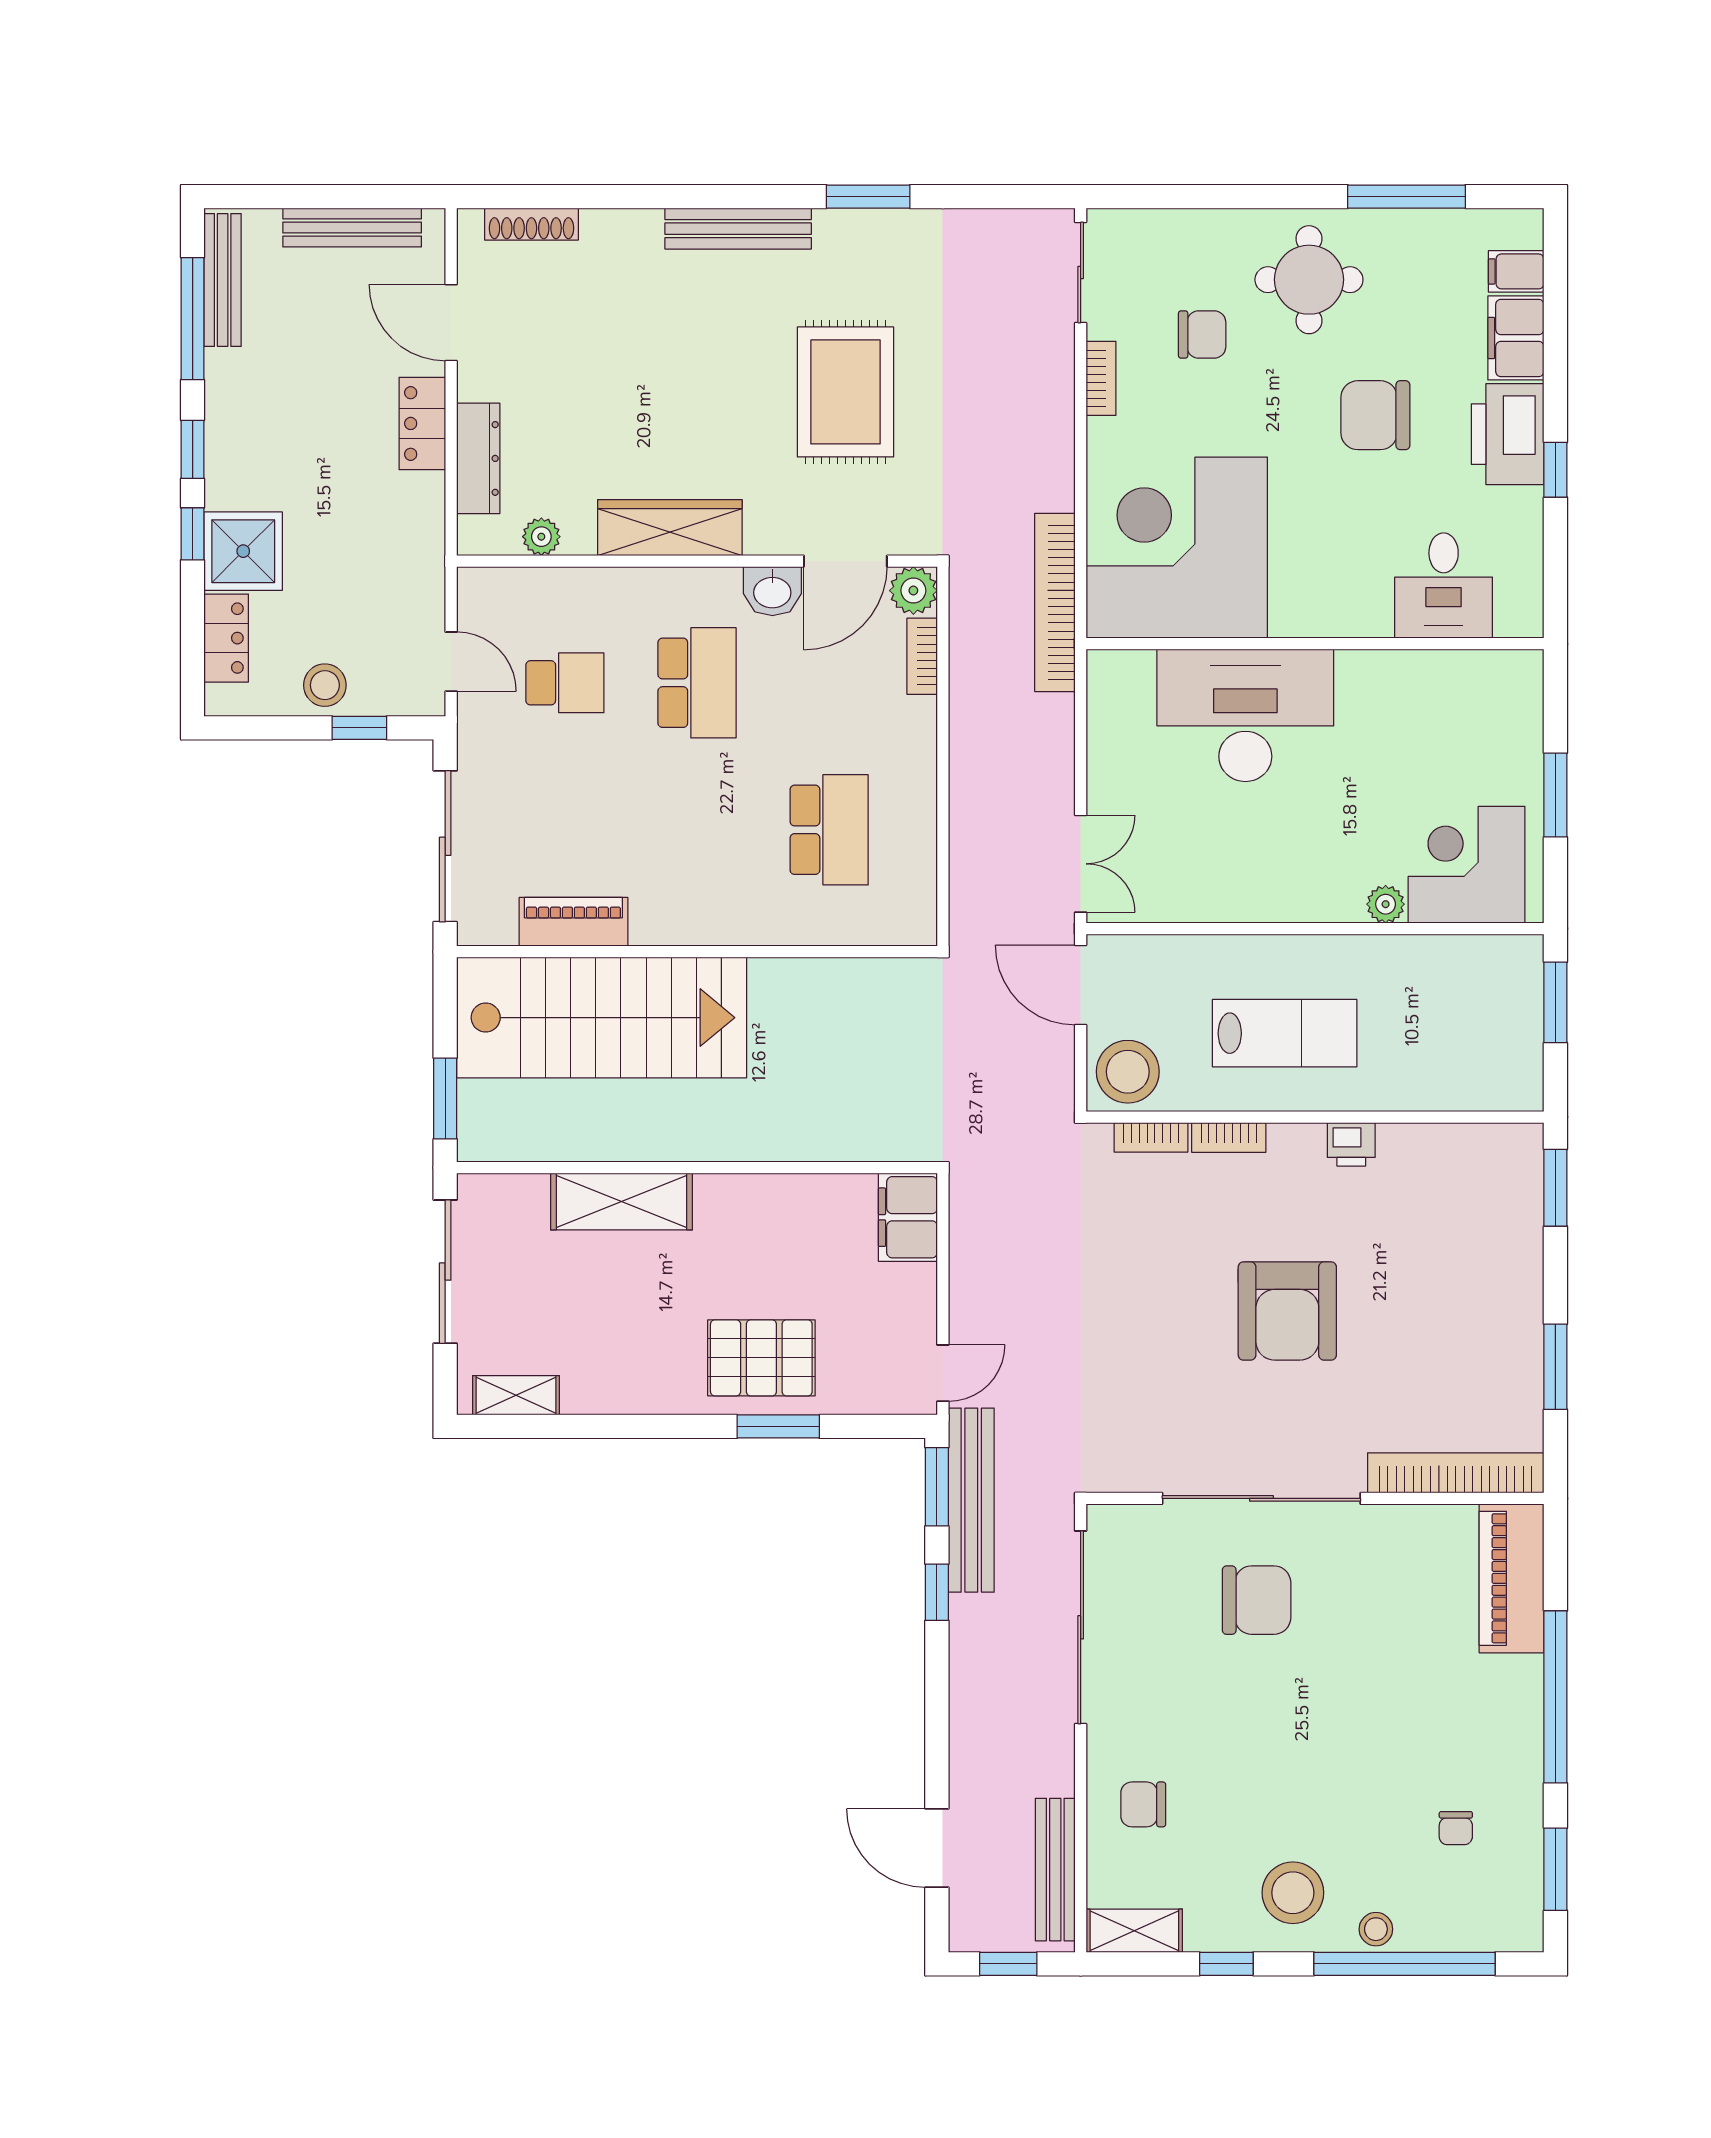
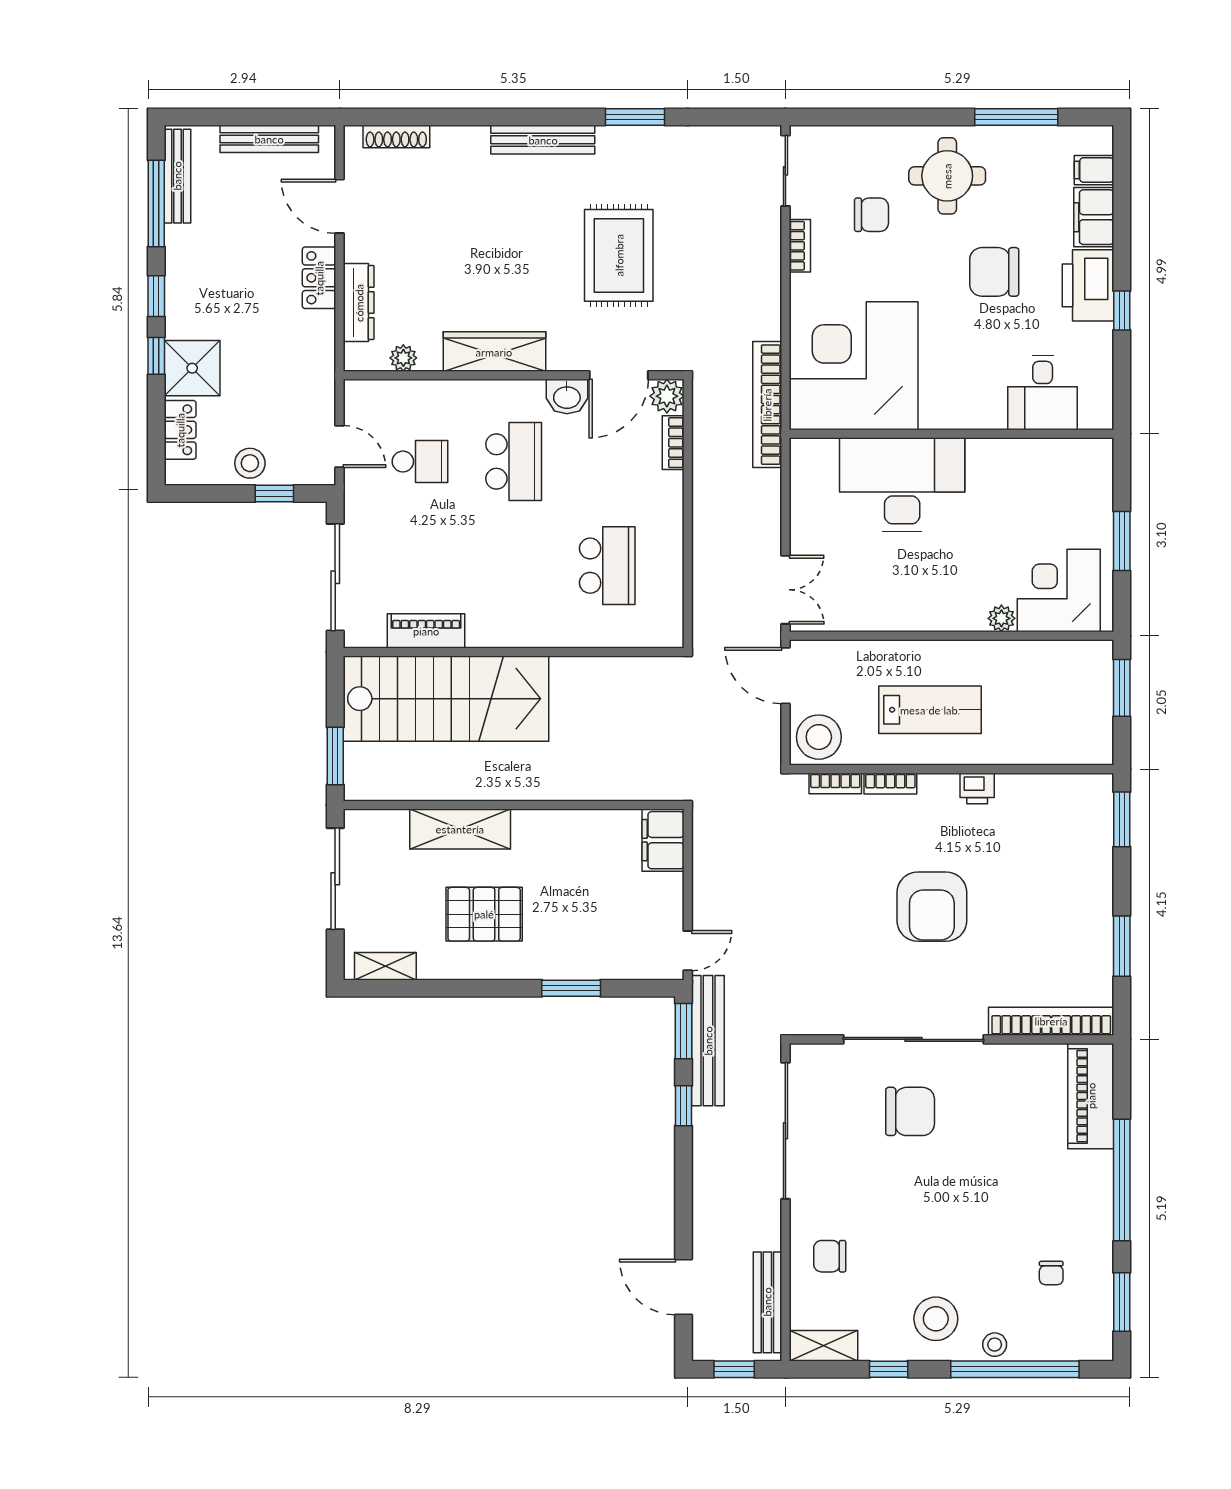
pallet: (761, 1358) -> (484, 914), moved

